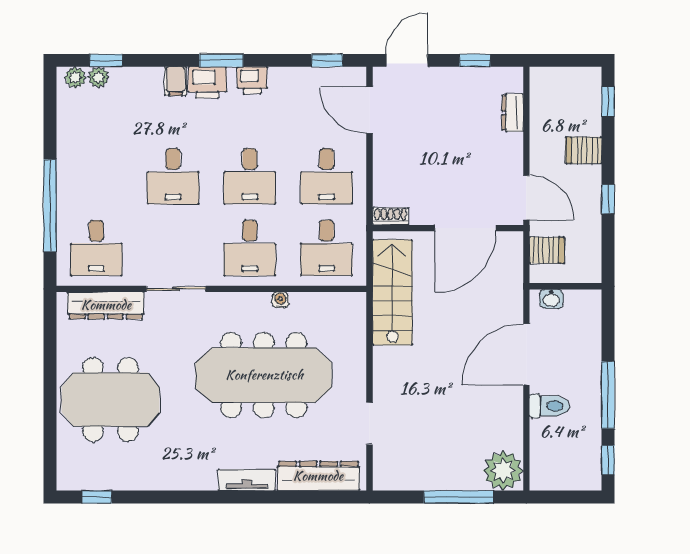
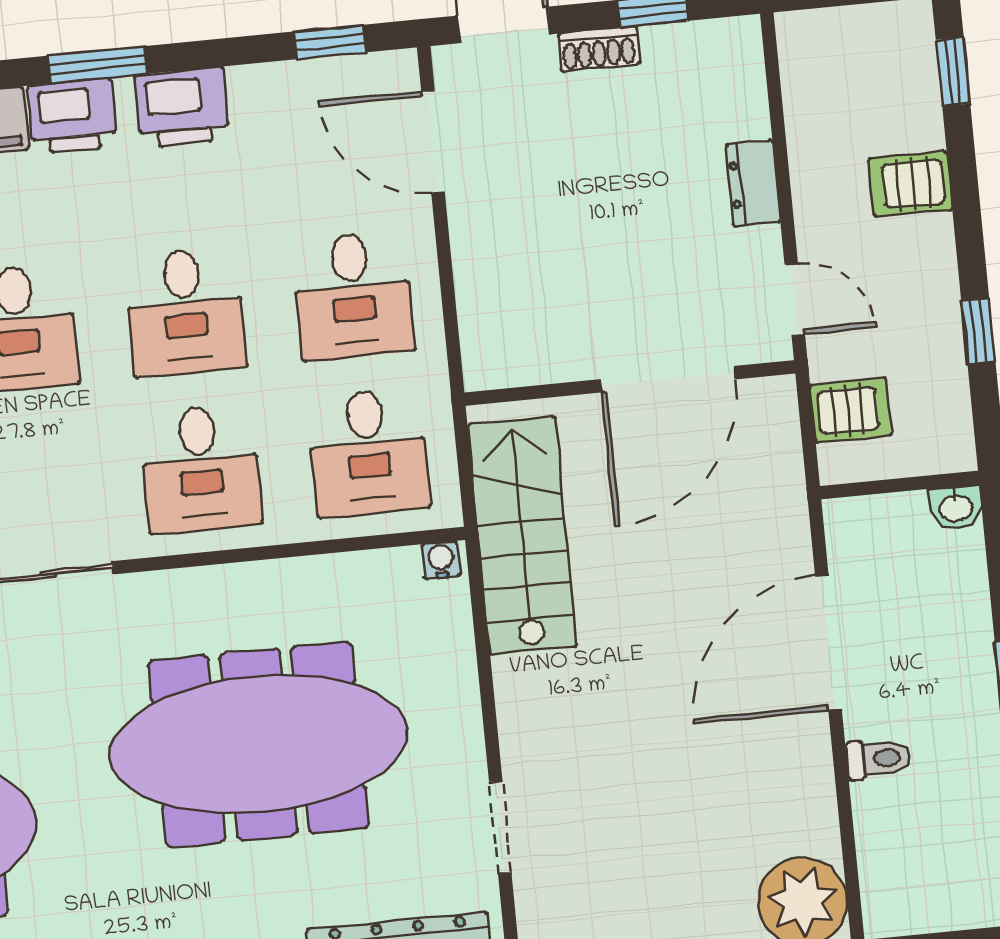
printer: (252, 80) -> (182, 107), width x1.36, depth x1.24
dresser: (513, 113) -> (753, 184), moved
door: (526, 198) -> (795, 299), width x0.73
window: (608, 199) -> (978, 331), moved
shoe rack: (390, 216) -> (599, 49), moved, turned 180
washbasin: (551, 299) -> (956, 507), moved
water cooler: (280, 300) -> (441, 560), moved
toilet: (549, 406) -> (878, 759), width x0.73, depth x0.72

